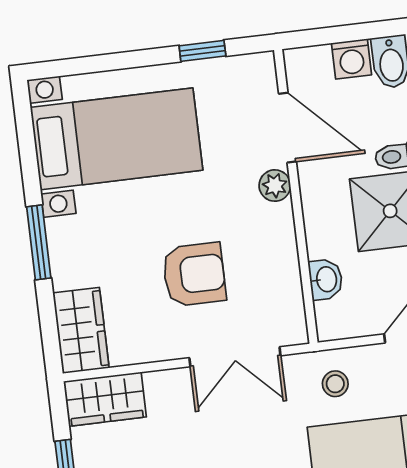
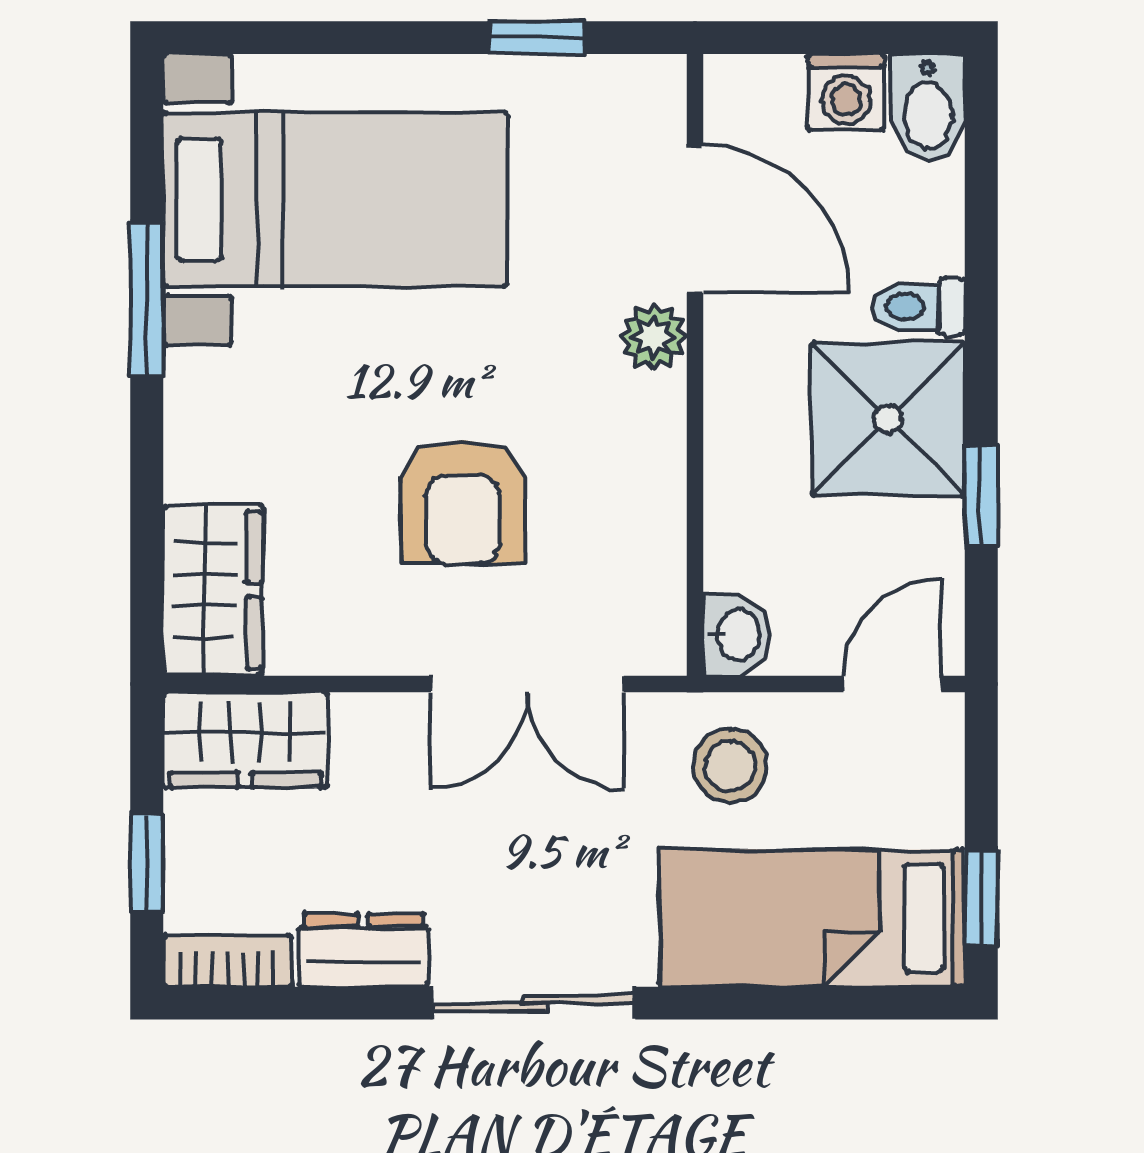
window: (39, 242) -> (147, 298), moved
armchair: (194, 274) -> (463, 502), turned 90
washbasin: (326, 279) -> (736, 635), moved
stool: (335, 384) -> (730, 766), width x1.37, depth x1.37

